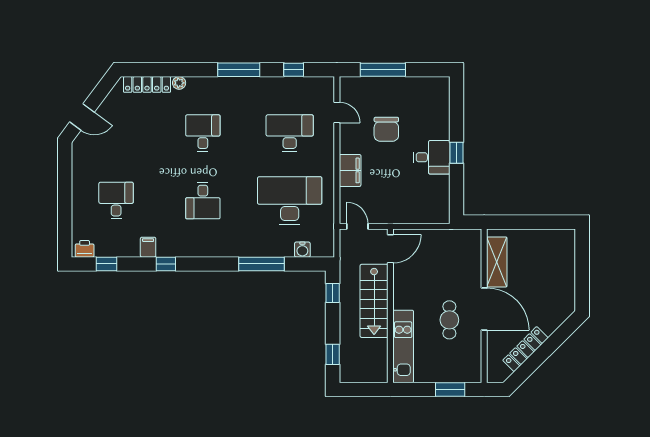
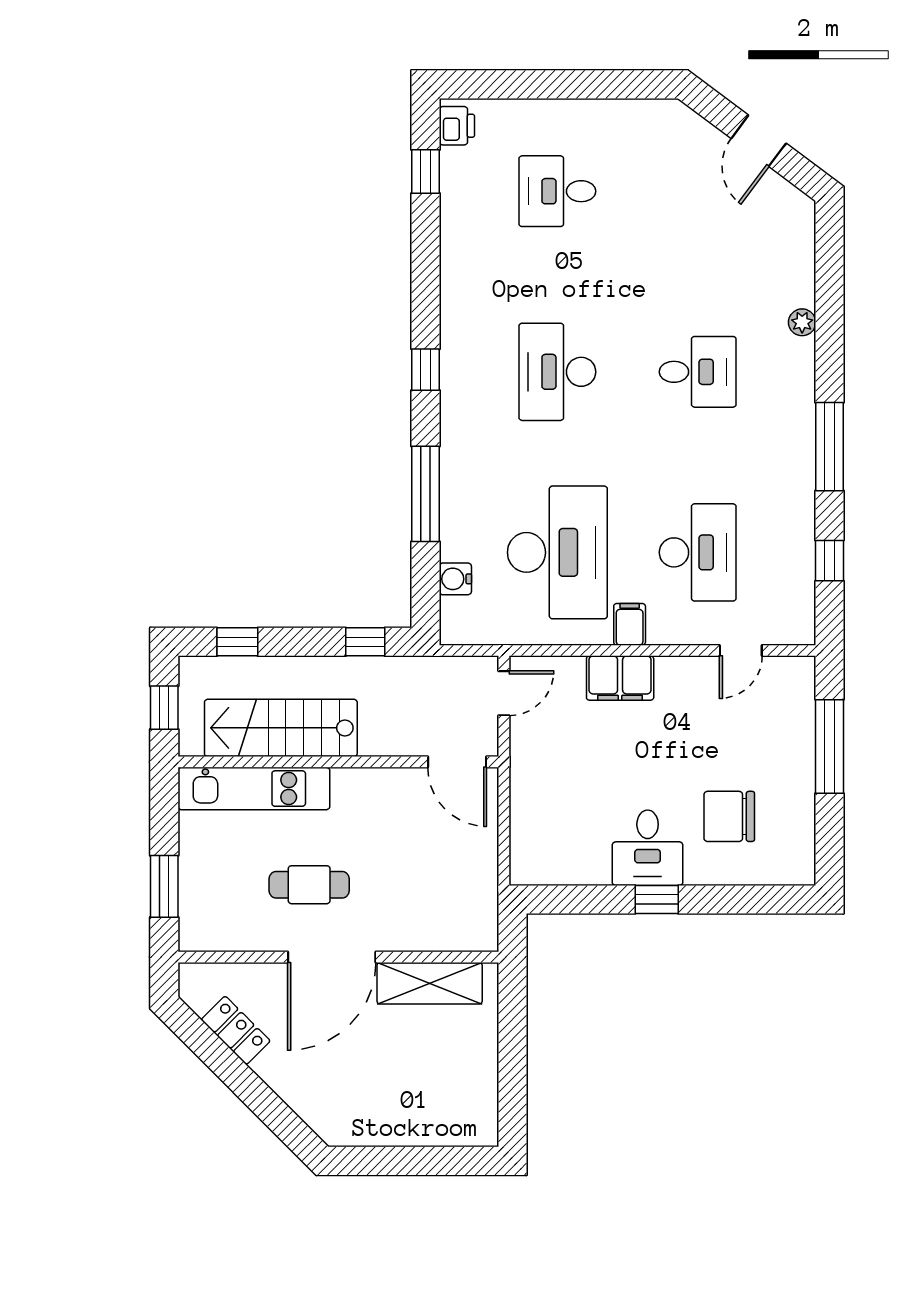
locker: (147, 84) -> (799, 256), removed
door: (82, 117) -> (759, 141), moved
chair: (386, 129) -> (729, 816), moved
desk: (116, 201) -> (557, 191), turned 180
desk: (203, 201) -> (557, 372), width x1.37
filing cabinet: (148, 247) -> (630, 624), moved, turned -90
window: (166, 264) -> (425, 370), moved
stairs: (374, 301) -> (281, 728), moved
locker: (525, 349) -> (236, 1030), width x0.66
window: (364, 390) -> (164, 708), added

